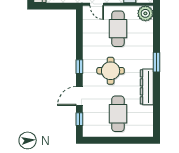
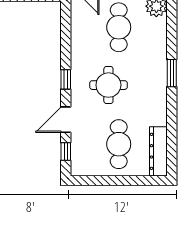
dresser: (147, 87) -> (158, 151), moved

